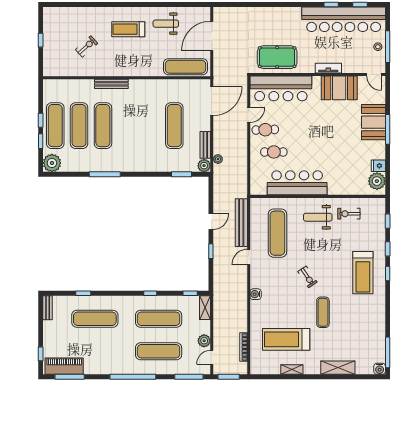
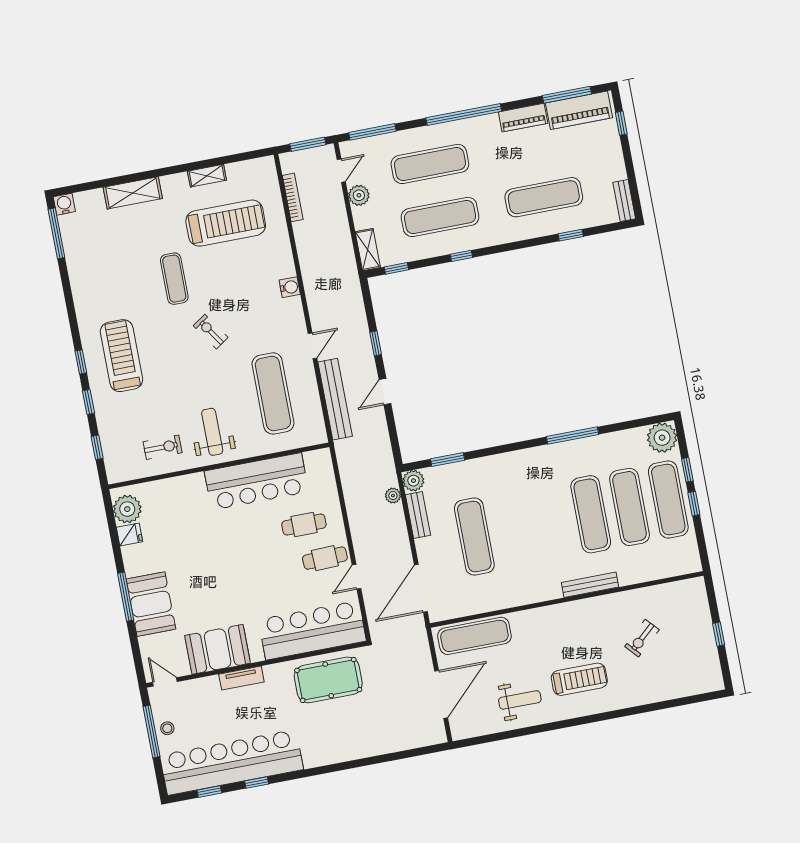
weight bench: (318, 217) -> (212, 432), turned -90
piano: (98, 368) -> (523, 118), added

